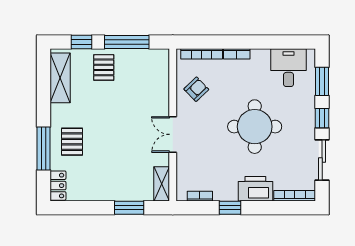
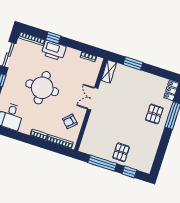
shelving: (60, 78) -> (149, 154), removed
double door: (173, 134) -> (93, 99), swing flipped
window: (230, 208) -> (53, 38), moved

